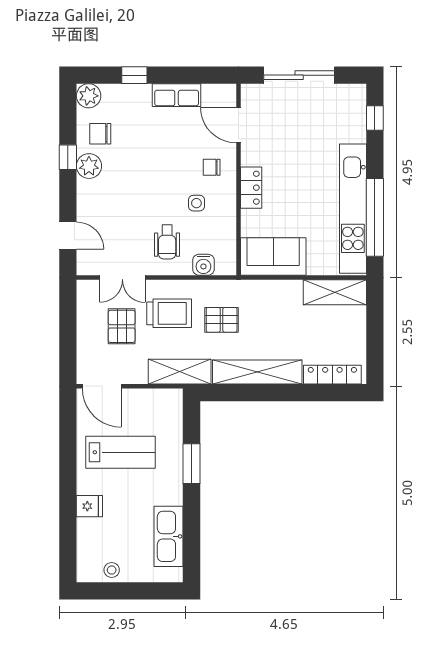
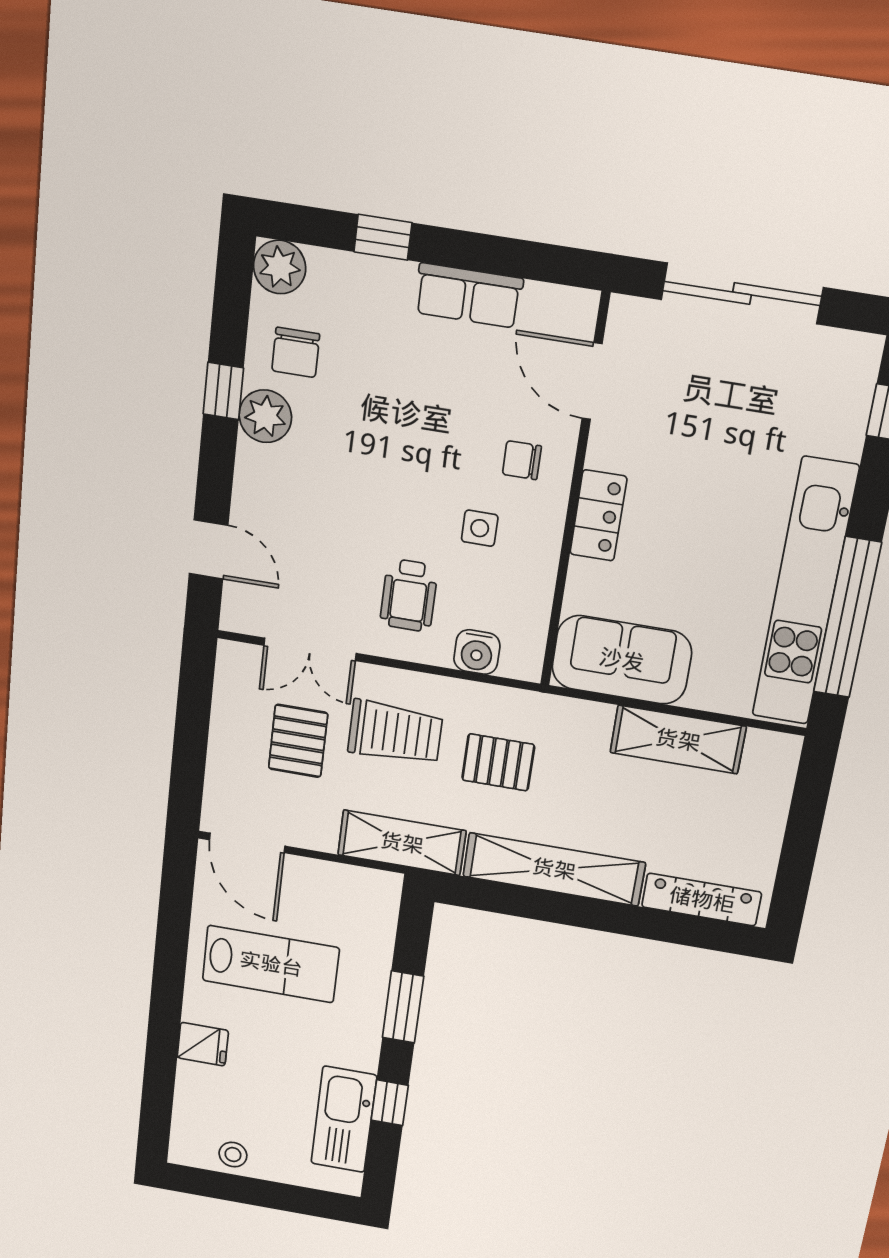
chair: (100, 134) -> (296, 352), turned -90
shelving: (335, 292) -> (678, 740), moved
window: (192, 521) -> (390, 1103), added

